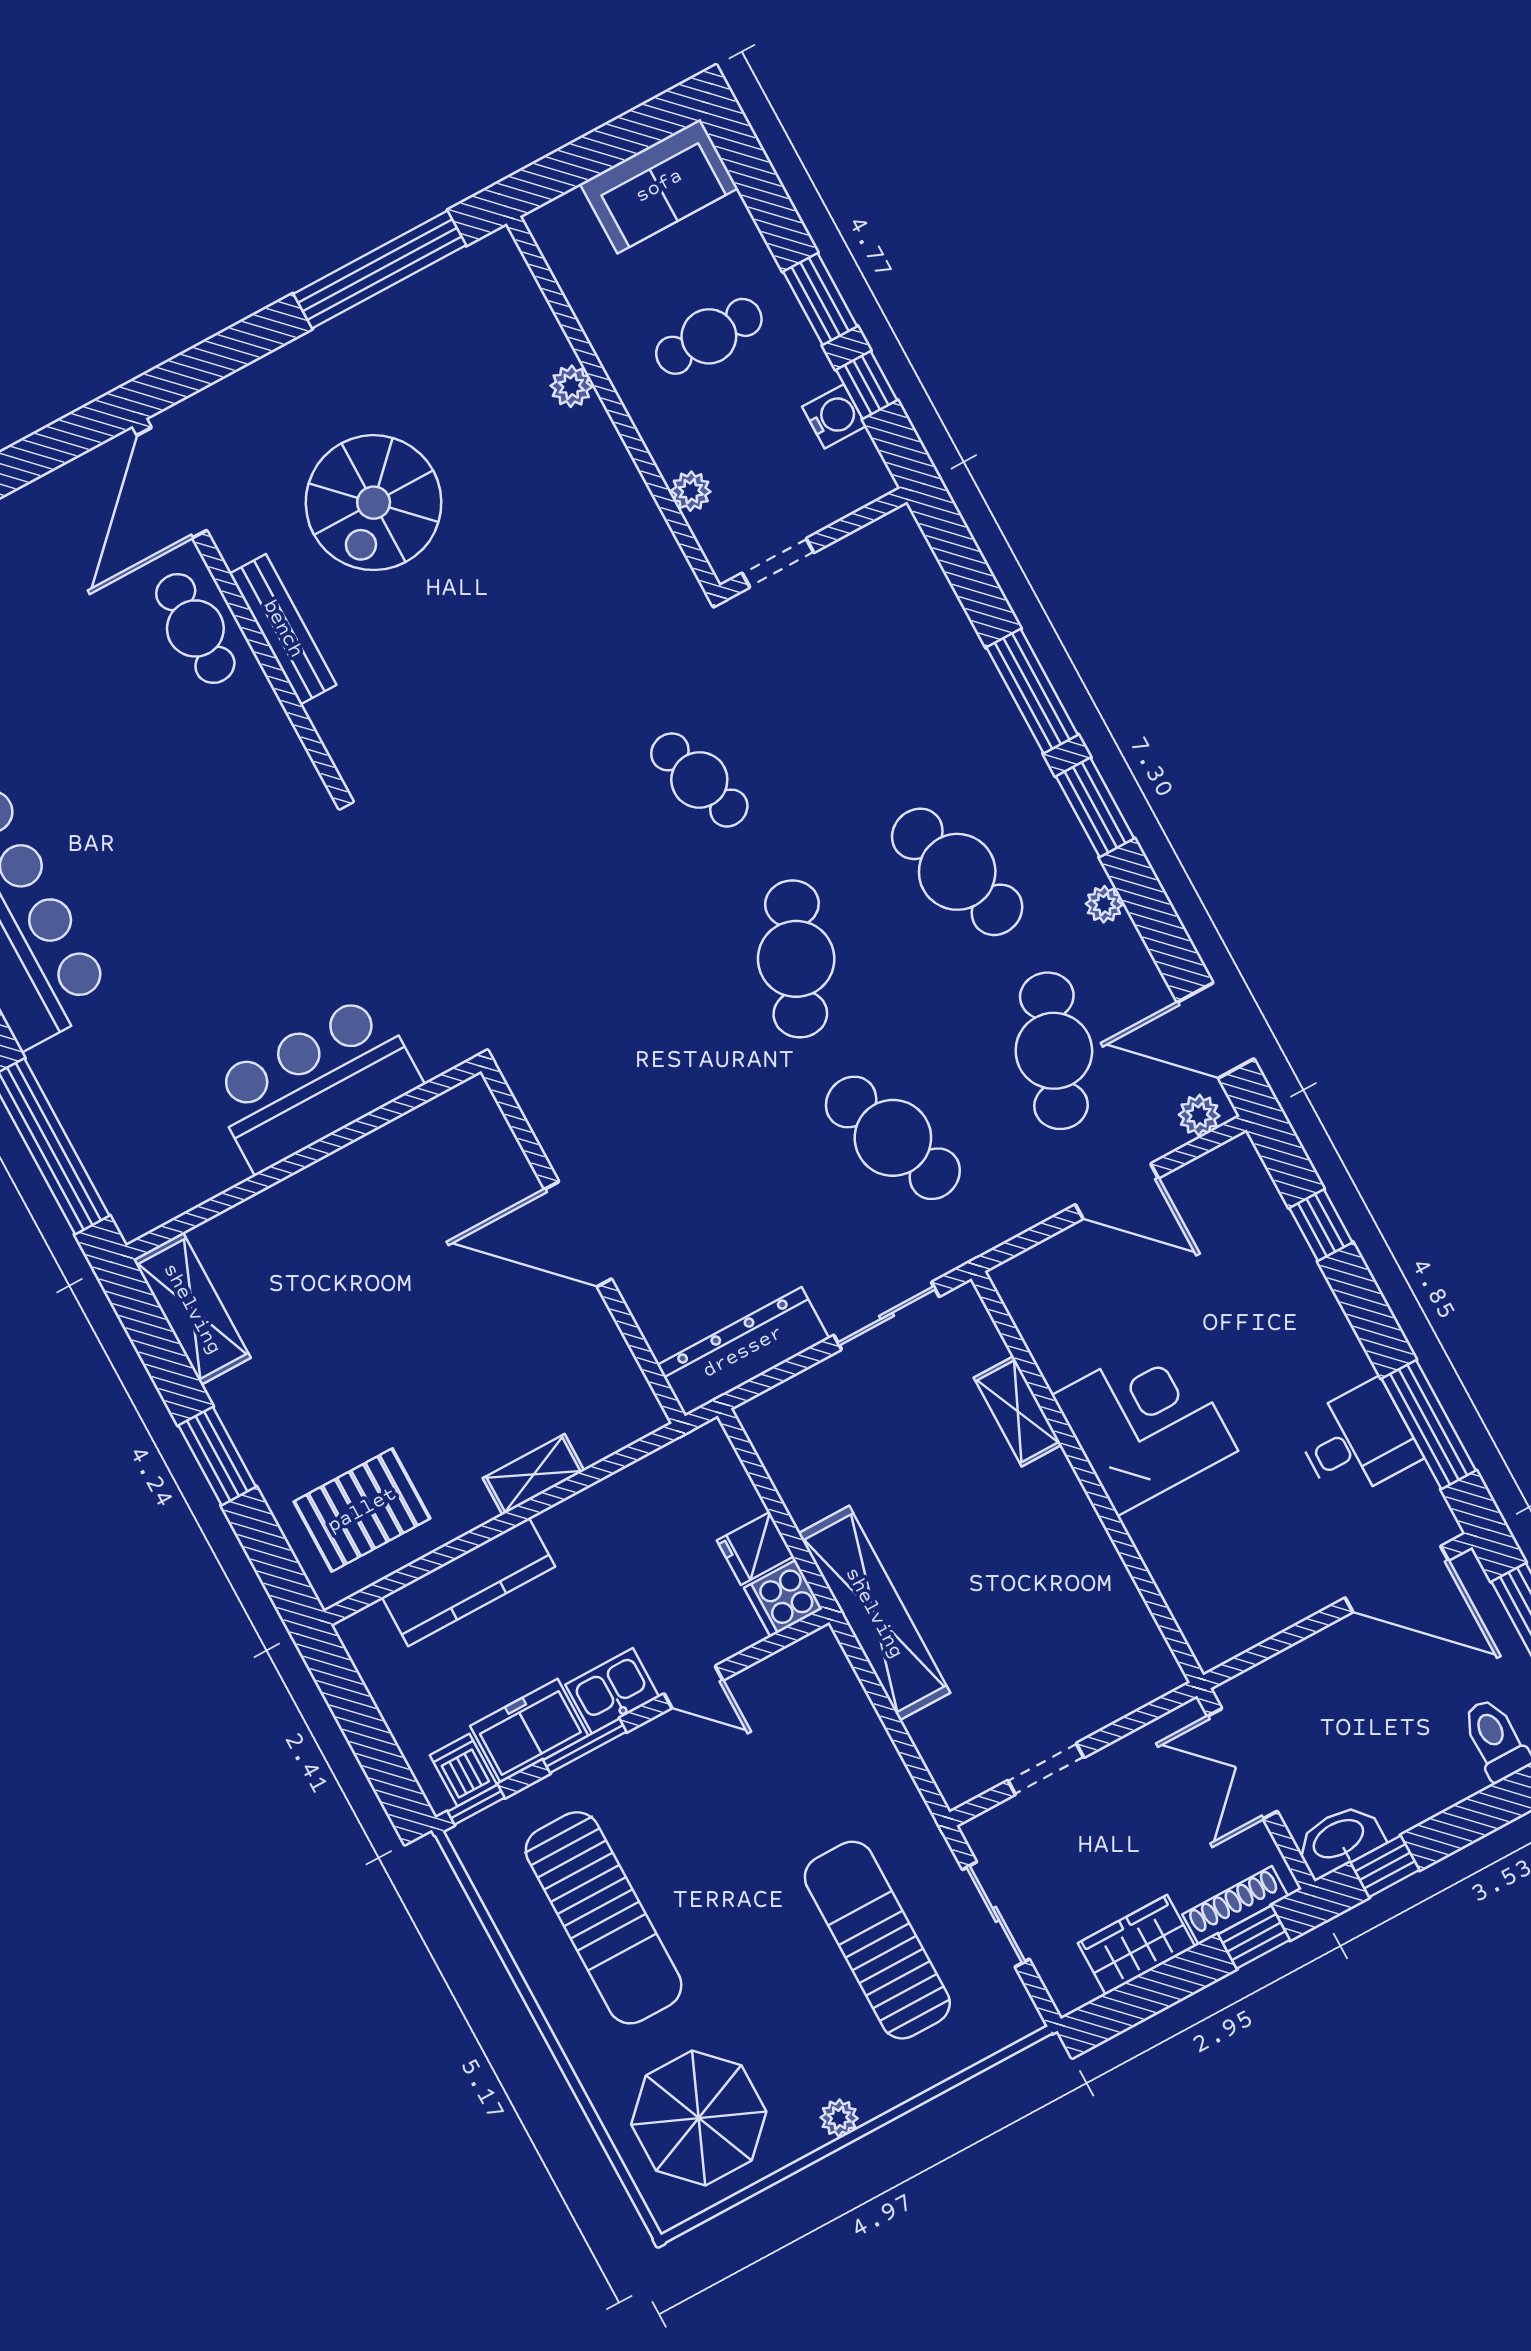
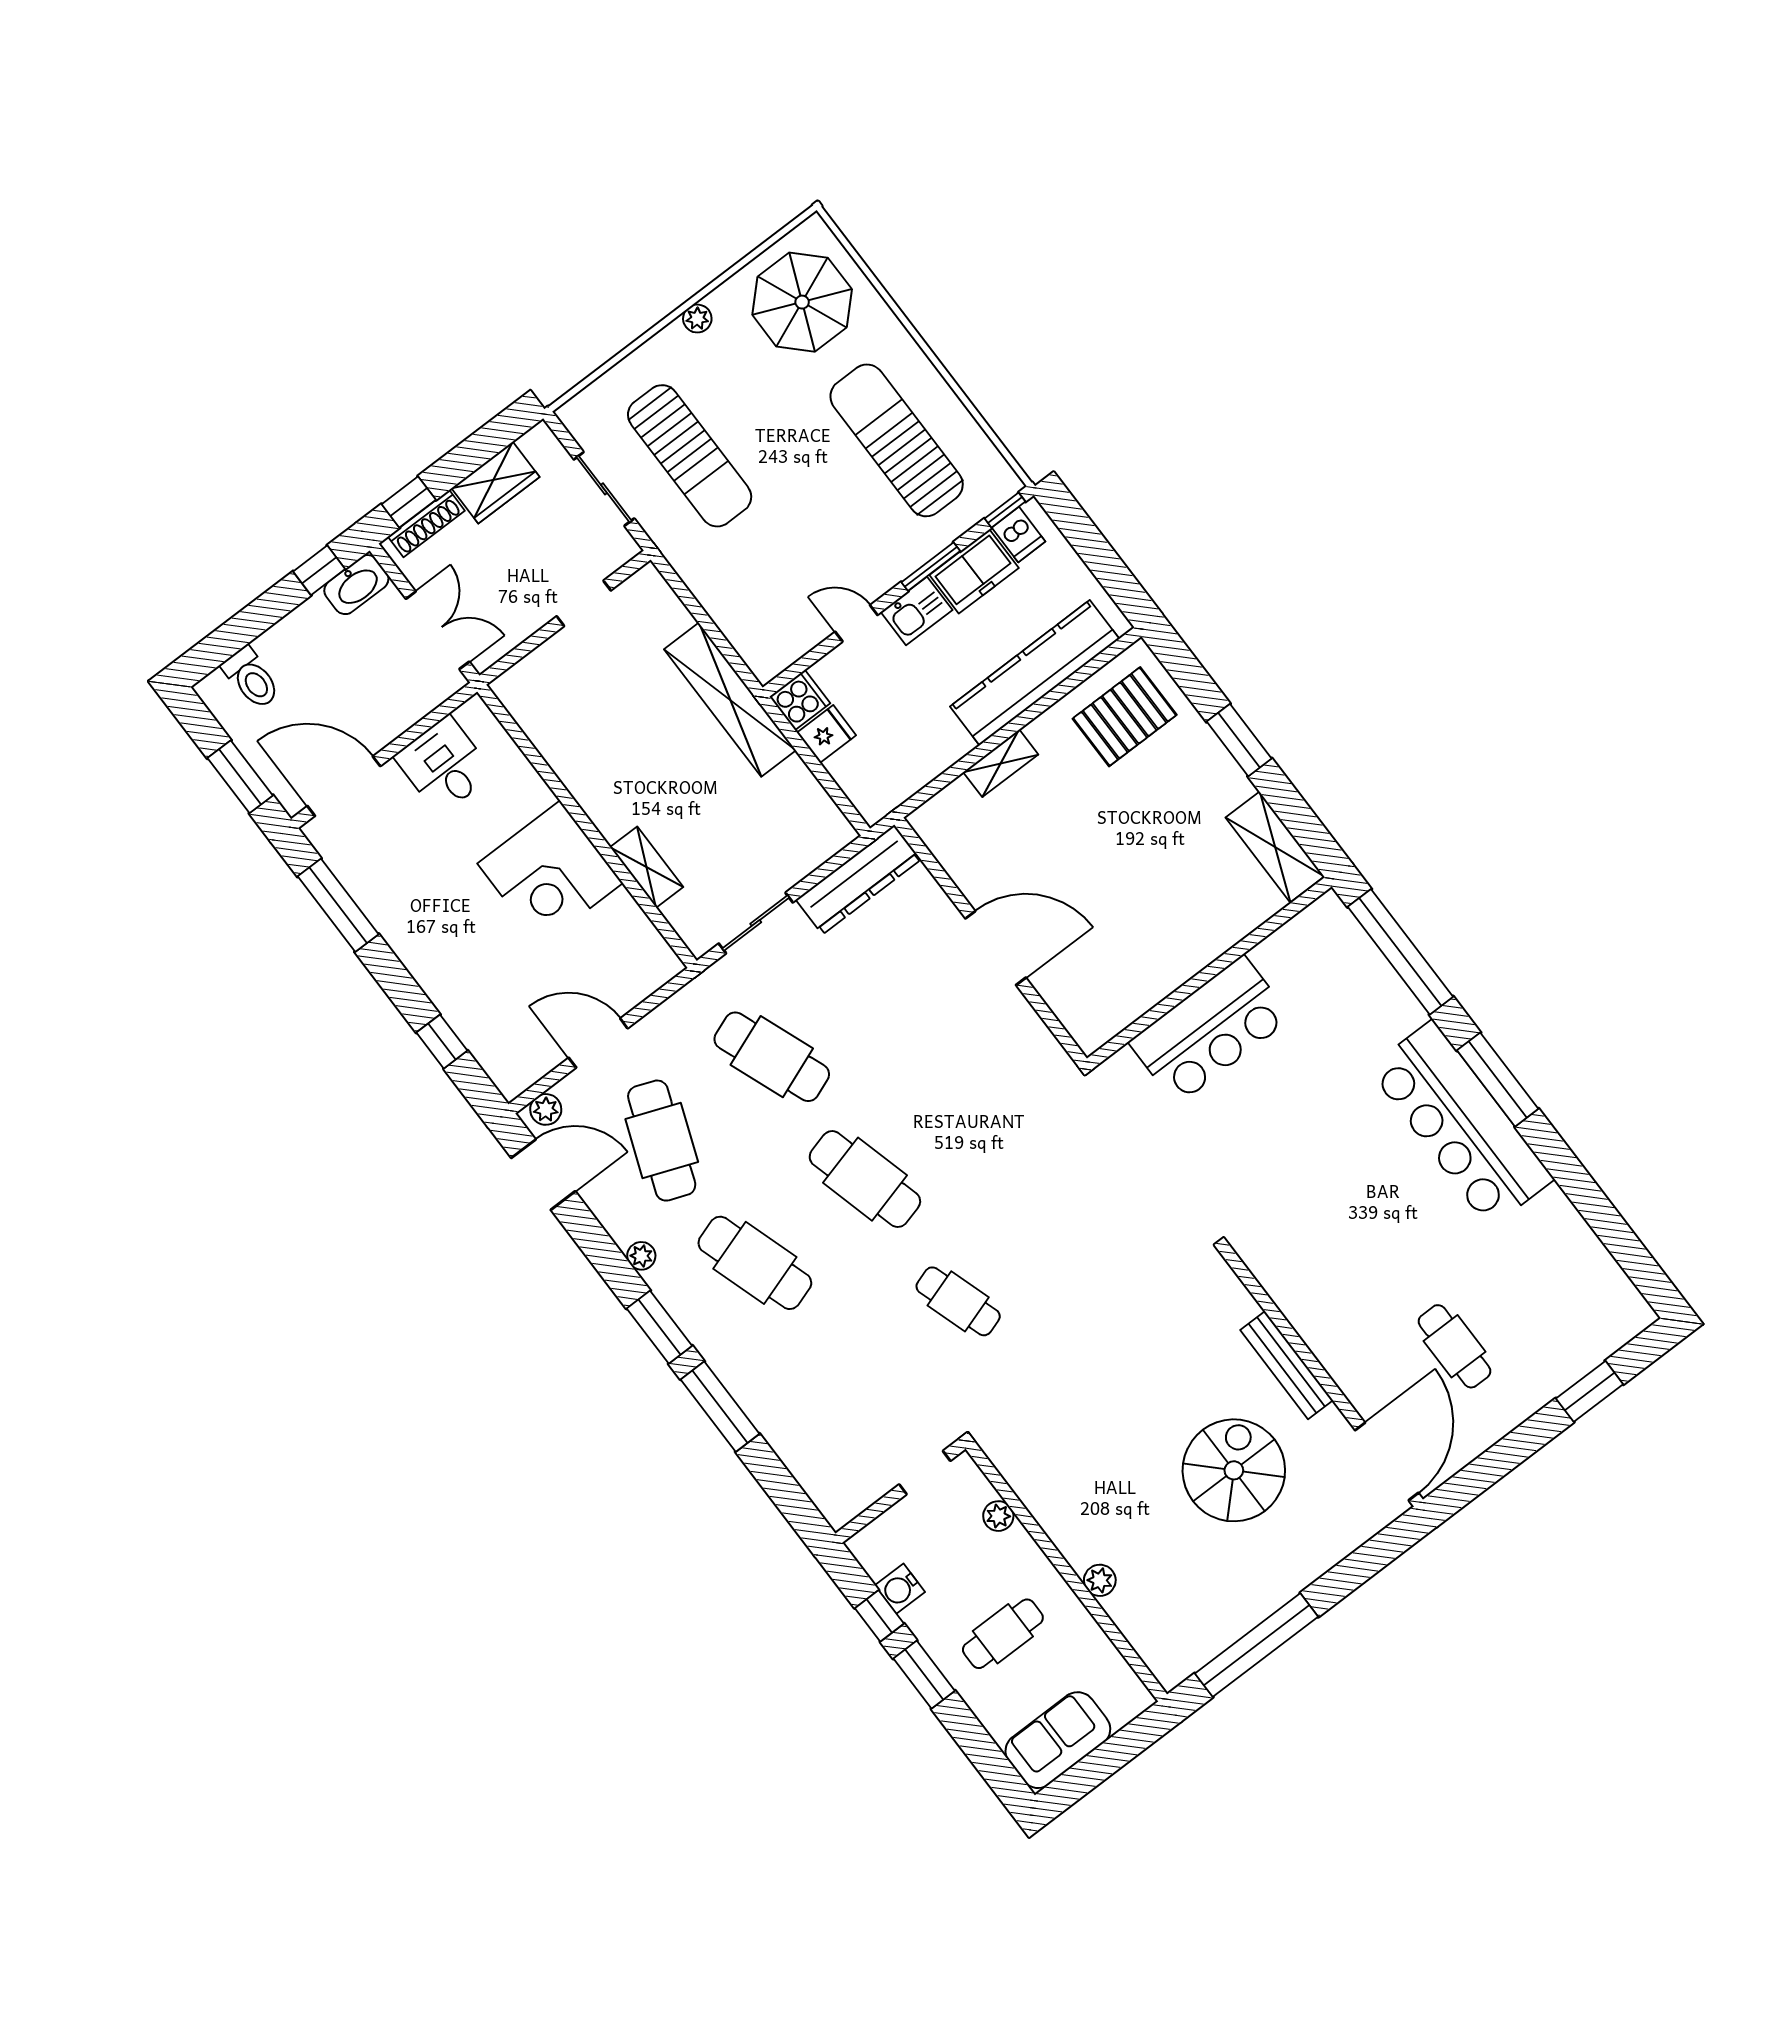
cafe table: (195, 628) -> (1455, 1346), moved
cafe table: (796, 959) -> (865, 1179), turned -39
desk: (1357, 1441) -> (444, 765), moved, turned 90
kitchen counter: (468, 1582) -> (1035, 673), width x1.39, depth x1.17

